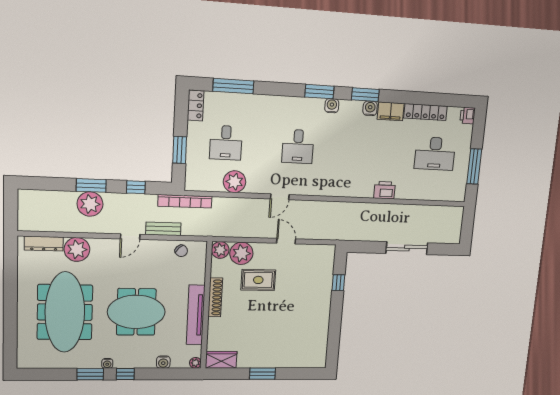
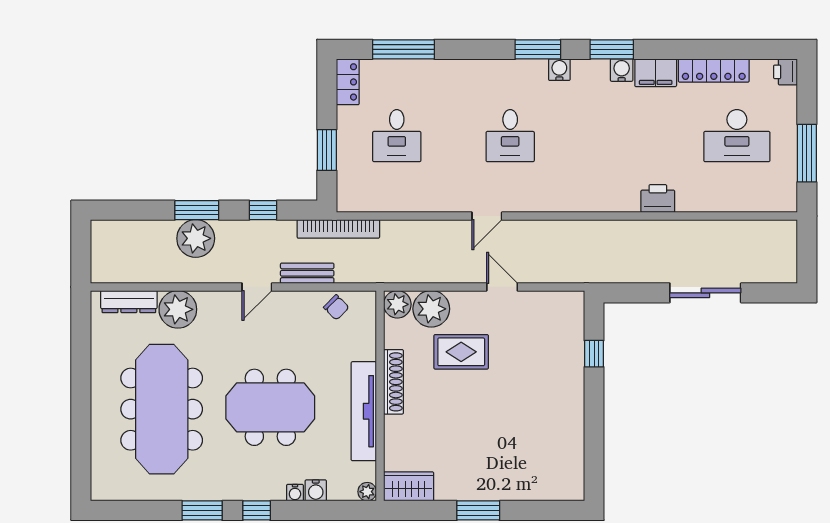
plant: (235, 182) -> (414, 195), removed
water cooler: (107, 363) -> (295, 493), moved

